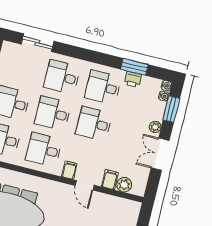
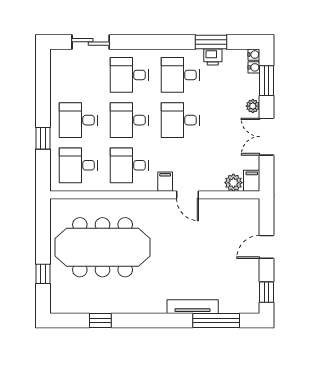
filing cabinet: (110, 180) -> (252, 181), moved

